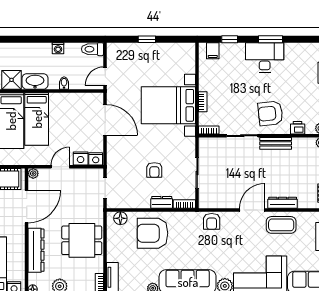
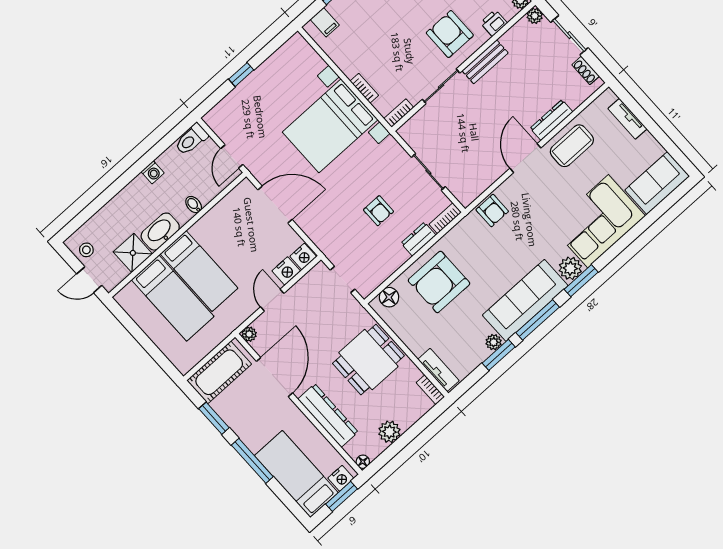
armchair: (270, 113) -> (450, 34), turned 96

